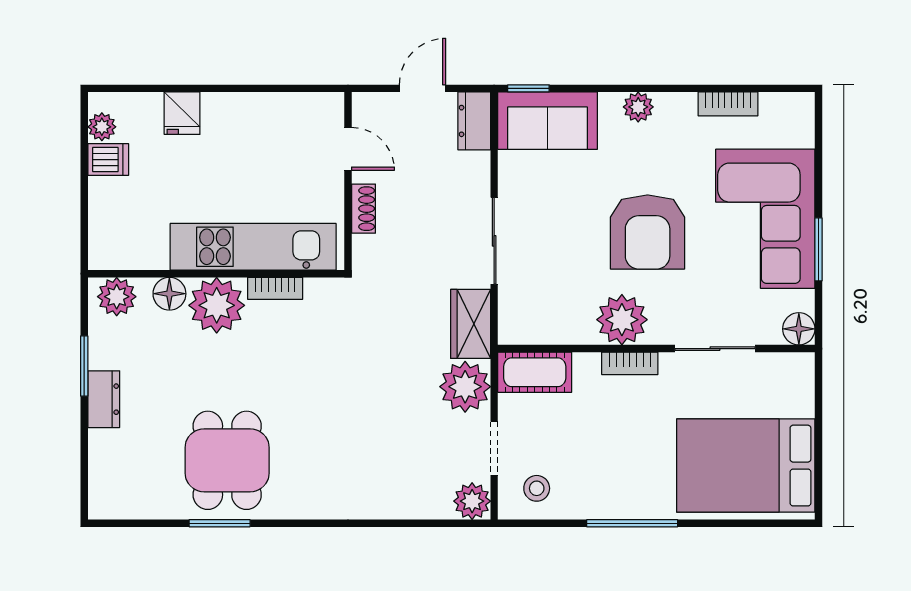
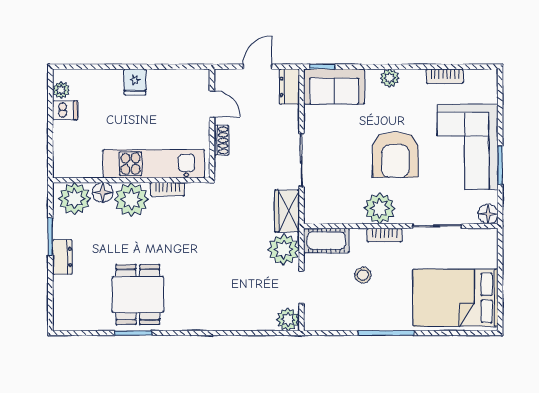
fridge: (182, 113) -> (135, 82), moved
plant: (117, 297) -> (75, 199), width x1.36, depth x1.36
stool: (537, 488) -> (363, 275), moved

